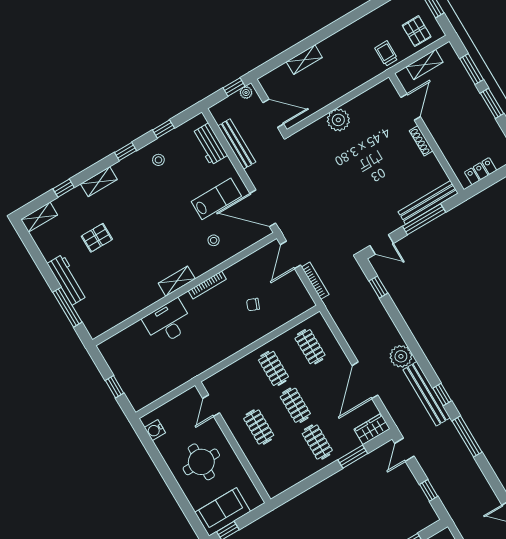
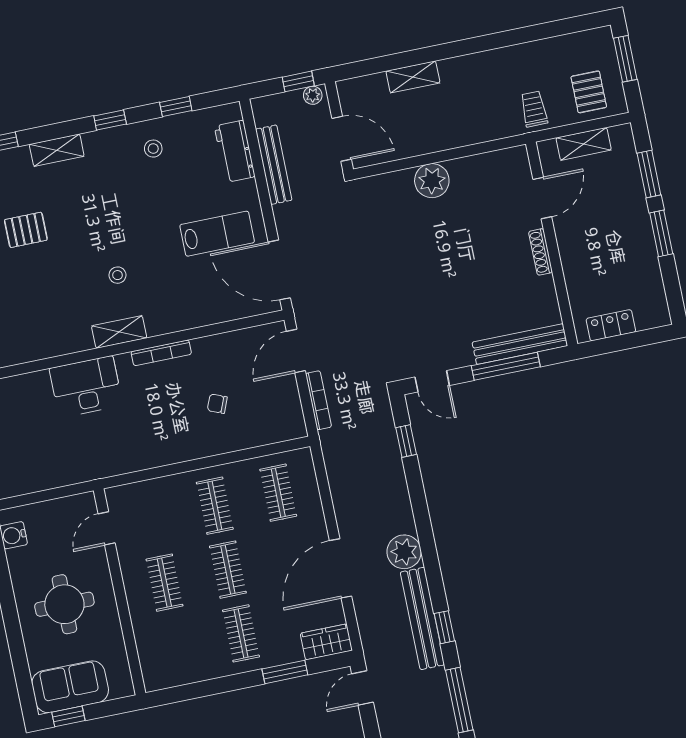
stool: (214, 240) -> (117, 275), moved

